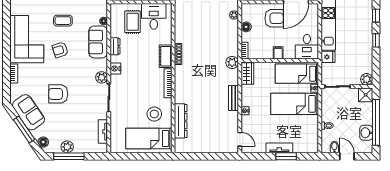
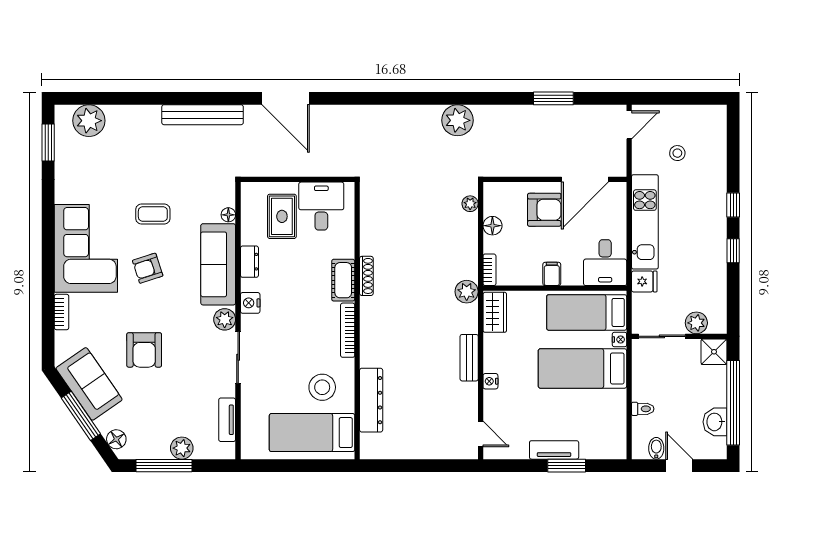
sofa: (98, 42) -> (218, 264), width x1.36
plant: (367, 79) -> (696, 323), moved
armchair: (58, 94) -> (144, 350), turned -90
plant: (67, 147) -> (182, 448), moved

